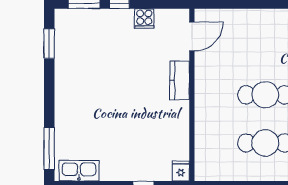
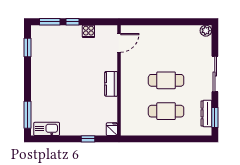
kitchen counter: (180, 80) -> (111, 84), moved

